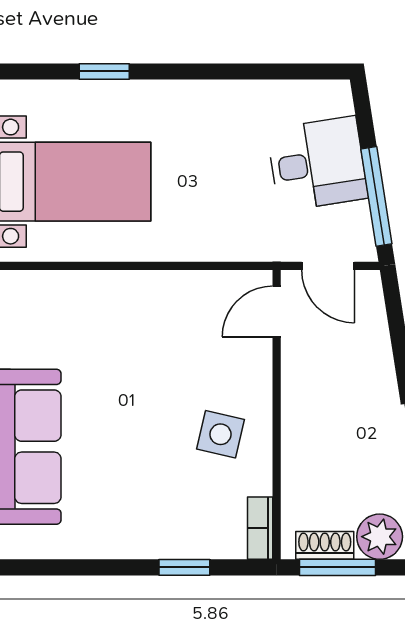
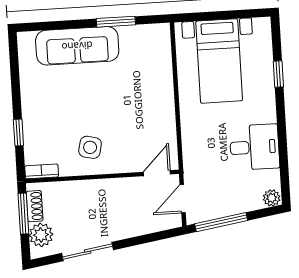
plant: (337, 99) -> (272, 198), added
desk: (317, 164) -> (255, 147), moved, turned -81
door: (277, 312) -> (157, 173), hinge flipped

